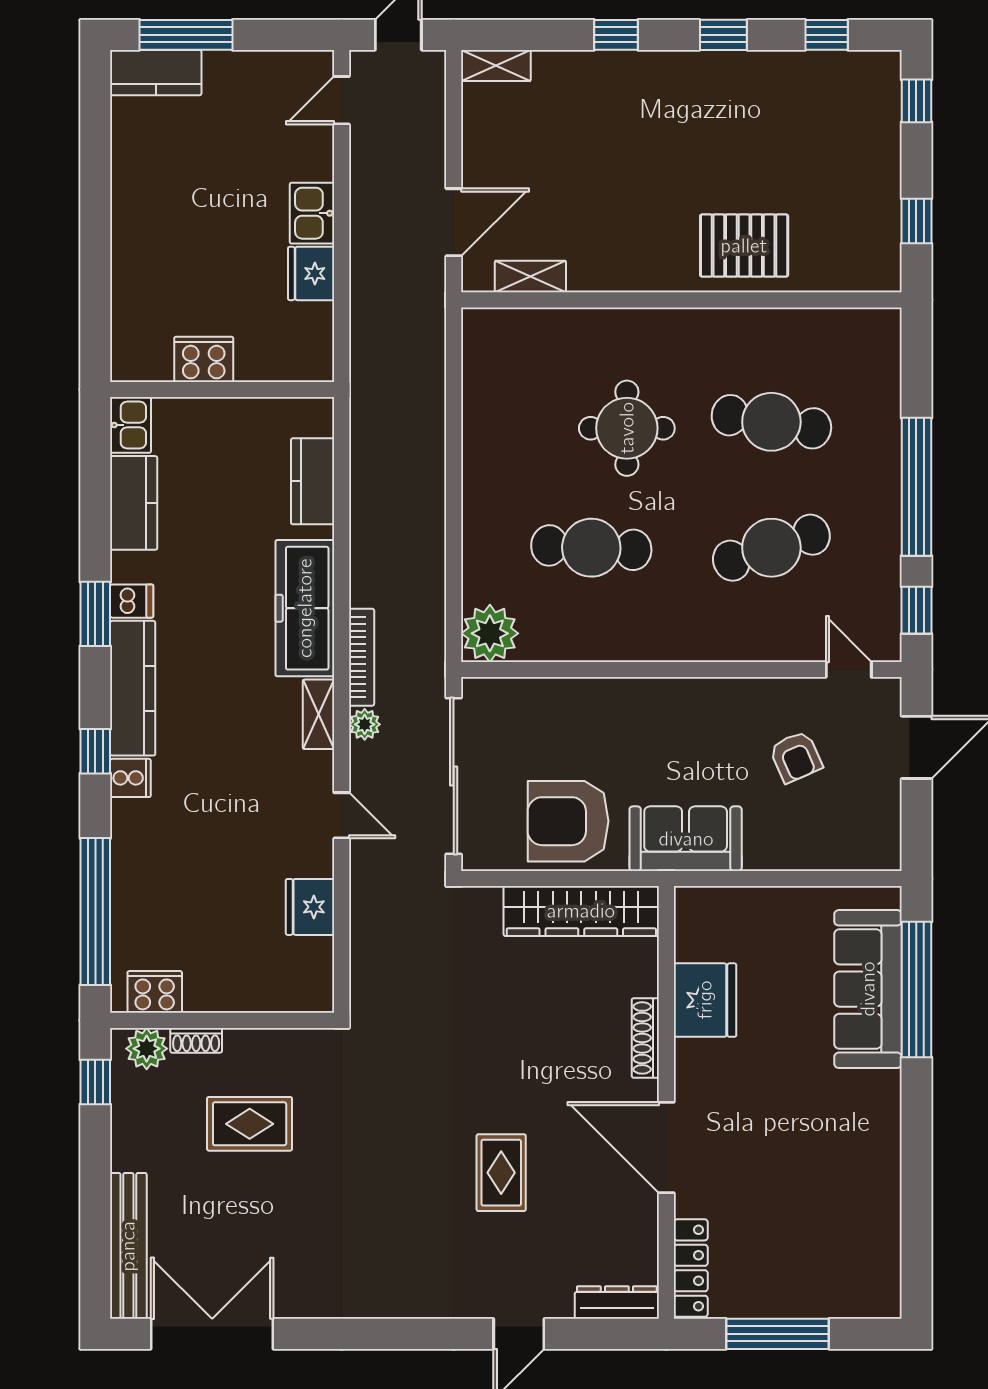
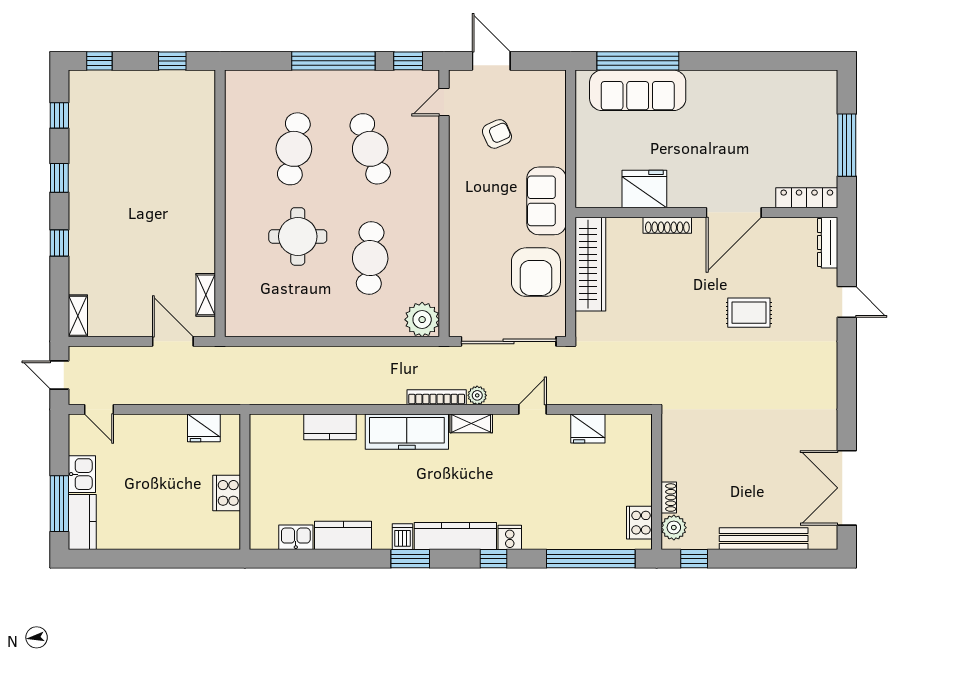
kitchen sink: (312, 213) -> (82, 474), moved, turned -90
pallet: (744, 246) -> (187, 165), removed
cooker: (204, 359) -> (227, 493), moved
wall: (222, 390) -> (245, 482), moved
rug: (250, 1124) -> (719, 465), removed
bench: (128, 1246) -> (764, 539), moved

